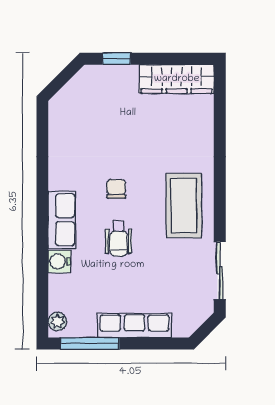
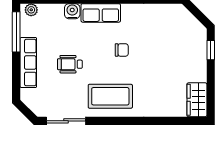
wardrobe: (177, 79) -> (197, 100), width x0.67
wheelchair: (119, 238) -> (70, 64), moved

